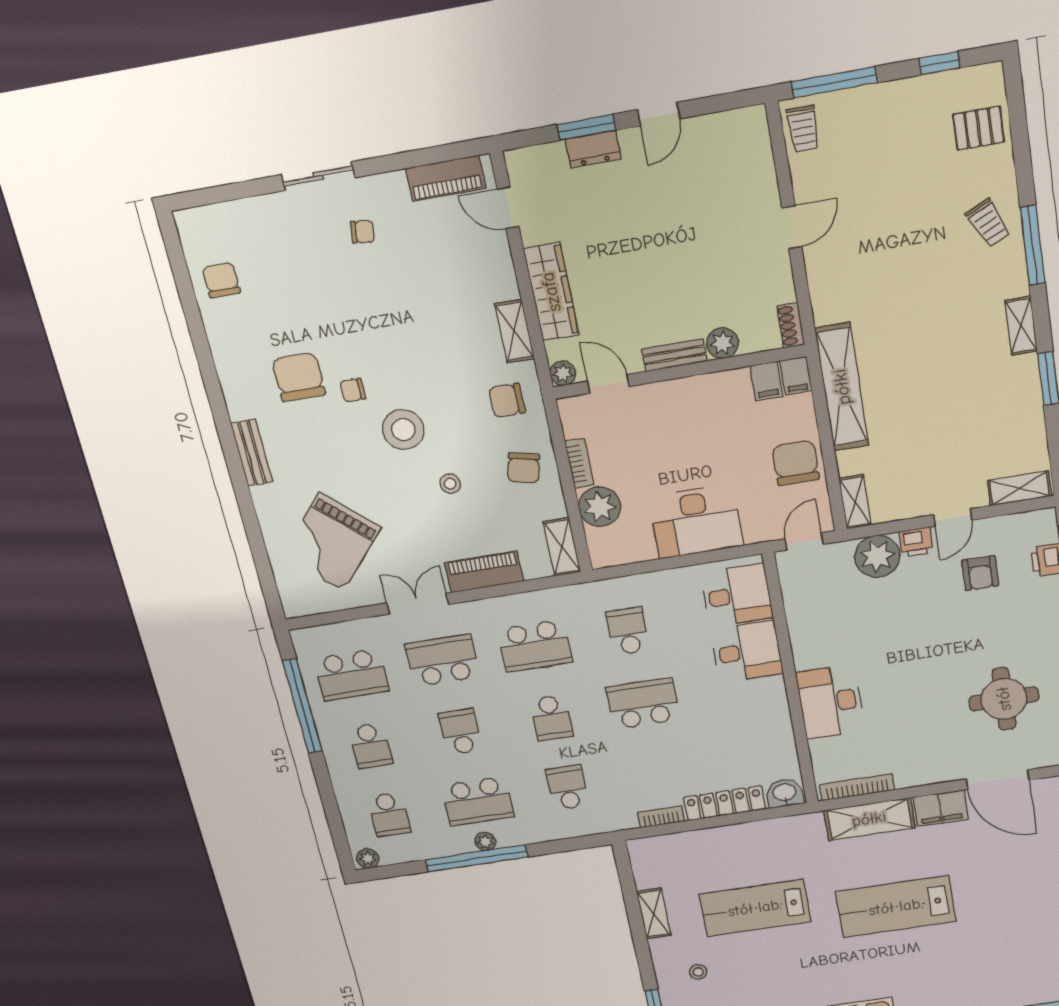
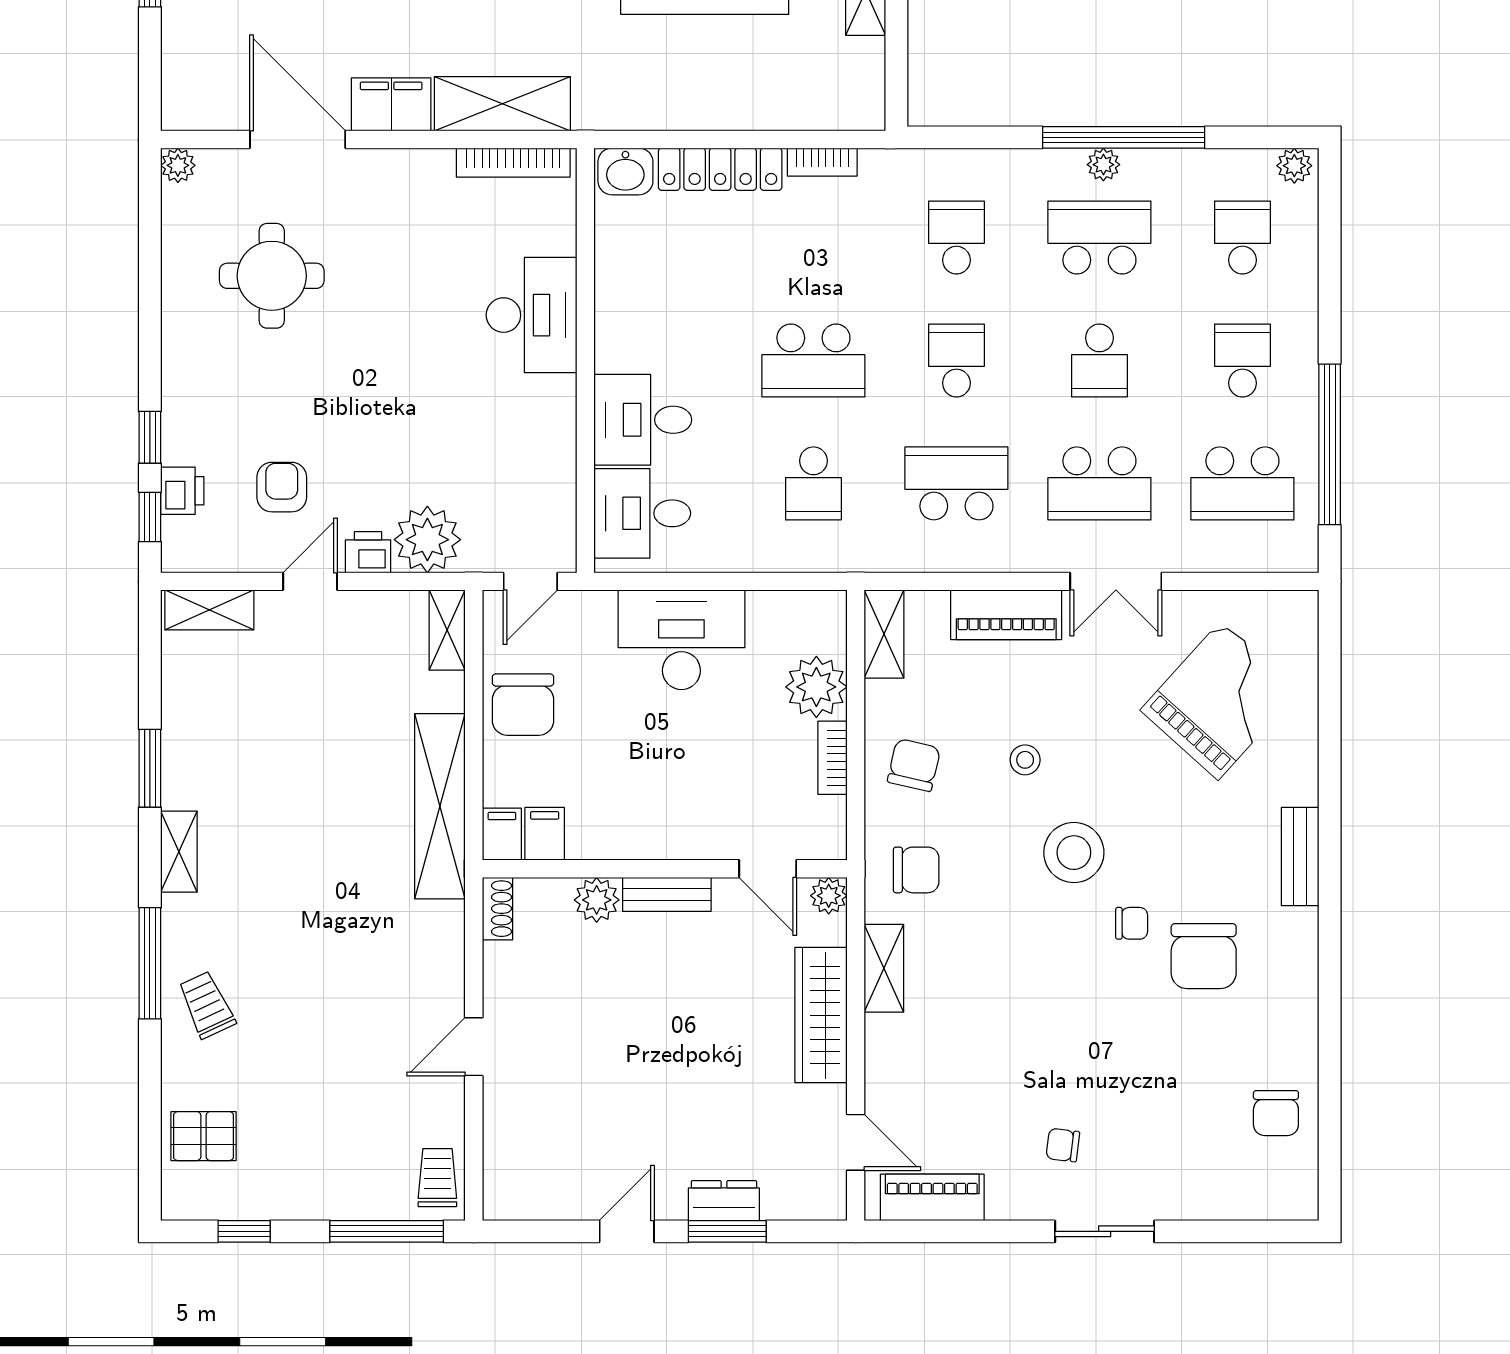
school desk: (351, 675) -> (1242, 483), turned 180
school desk: (567, 788) -> (956, 237), turned 180

